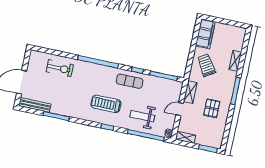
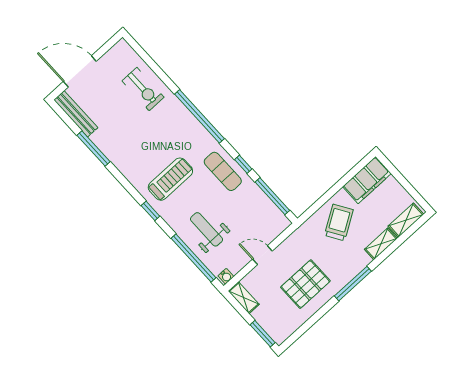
shelving: (190, 92) -> (406, 220), moved
treadmill: (106, 104) -> (170, 179), turned 90
pallet: (212, 108) -> (305, 284), width x1.50, depth x1.42

